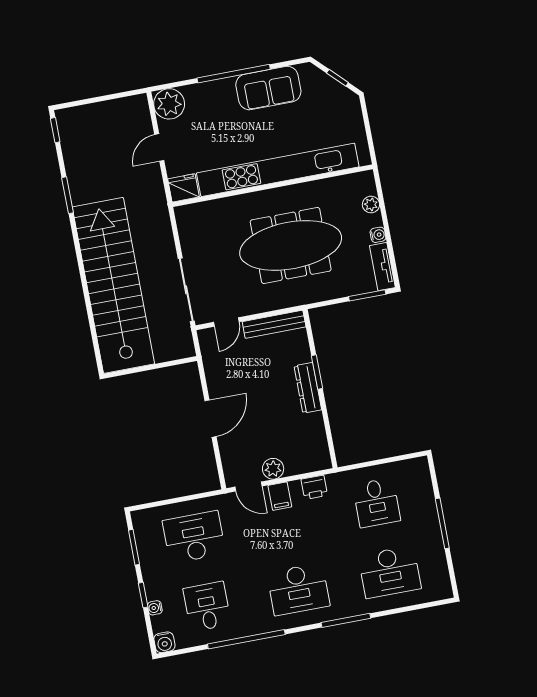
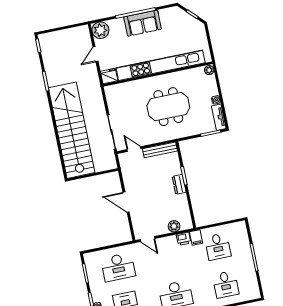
sofa: (268, 88) -> (143, 23), moved
plant: (371, 204) -> (209, 70), moved
meeting table: (291, 245) -> (168, 107), width x0.73
door: (226, 322) -> (134, 149), swing flipped
dresser: (308, 388) -> (179, 184), width x0.70
door: (211, 419) -> (126, 202), swing flipped
plant: (273, 469) -> (174, 226), moved
filing cabinet: (280, 496) -> (196, 237), moved
desk: (194, 537) -> (118, 267), turned 180
desk: (390, 572) -> (226, 284), width x0.73

